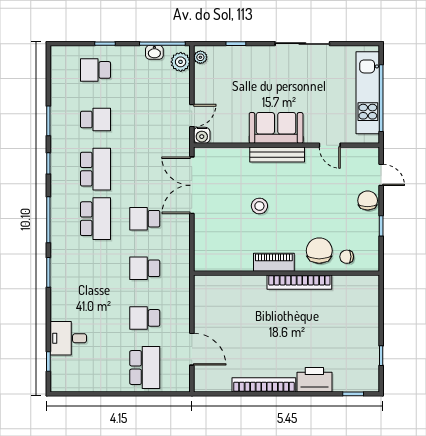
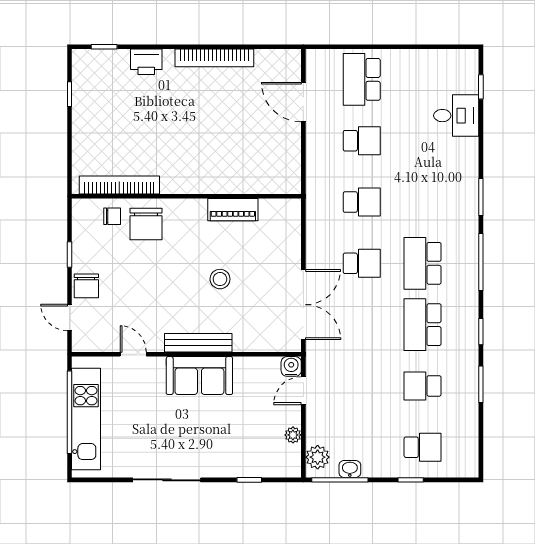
plant: (200, 57) -> (293, 435), moved
piano: (274, 262) -> (233, 210), moved
bookcase: (299, 282) -> (119, 185), moved
printer: (314, 380) -> (146, 62), width x0.73, depth x0.84

